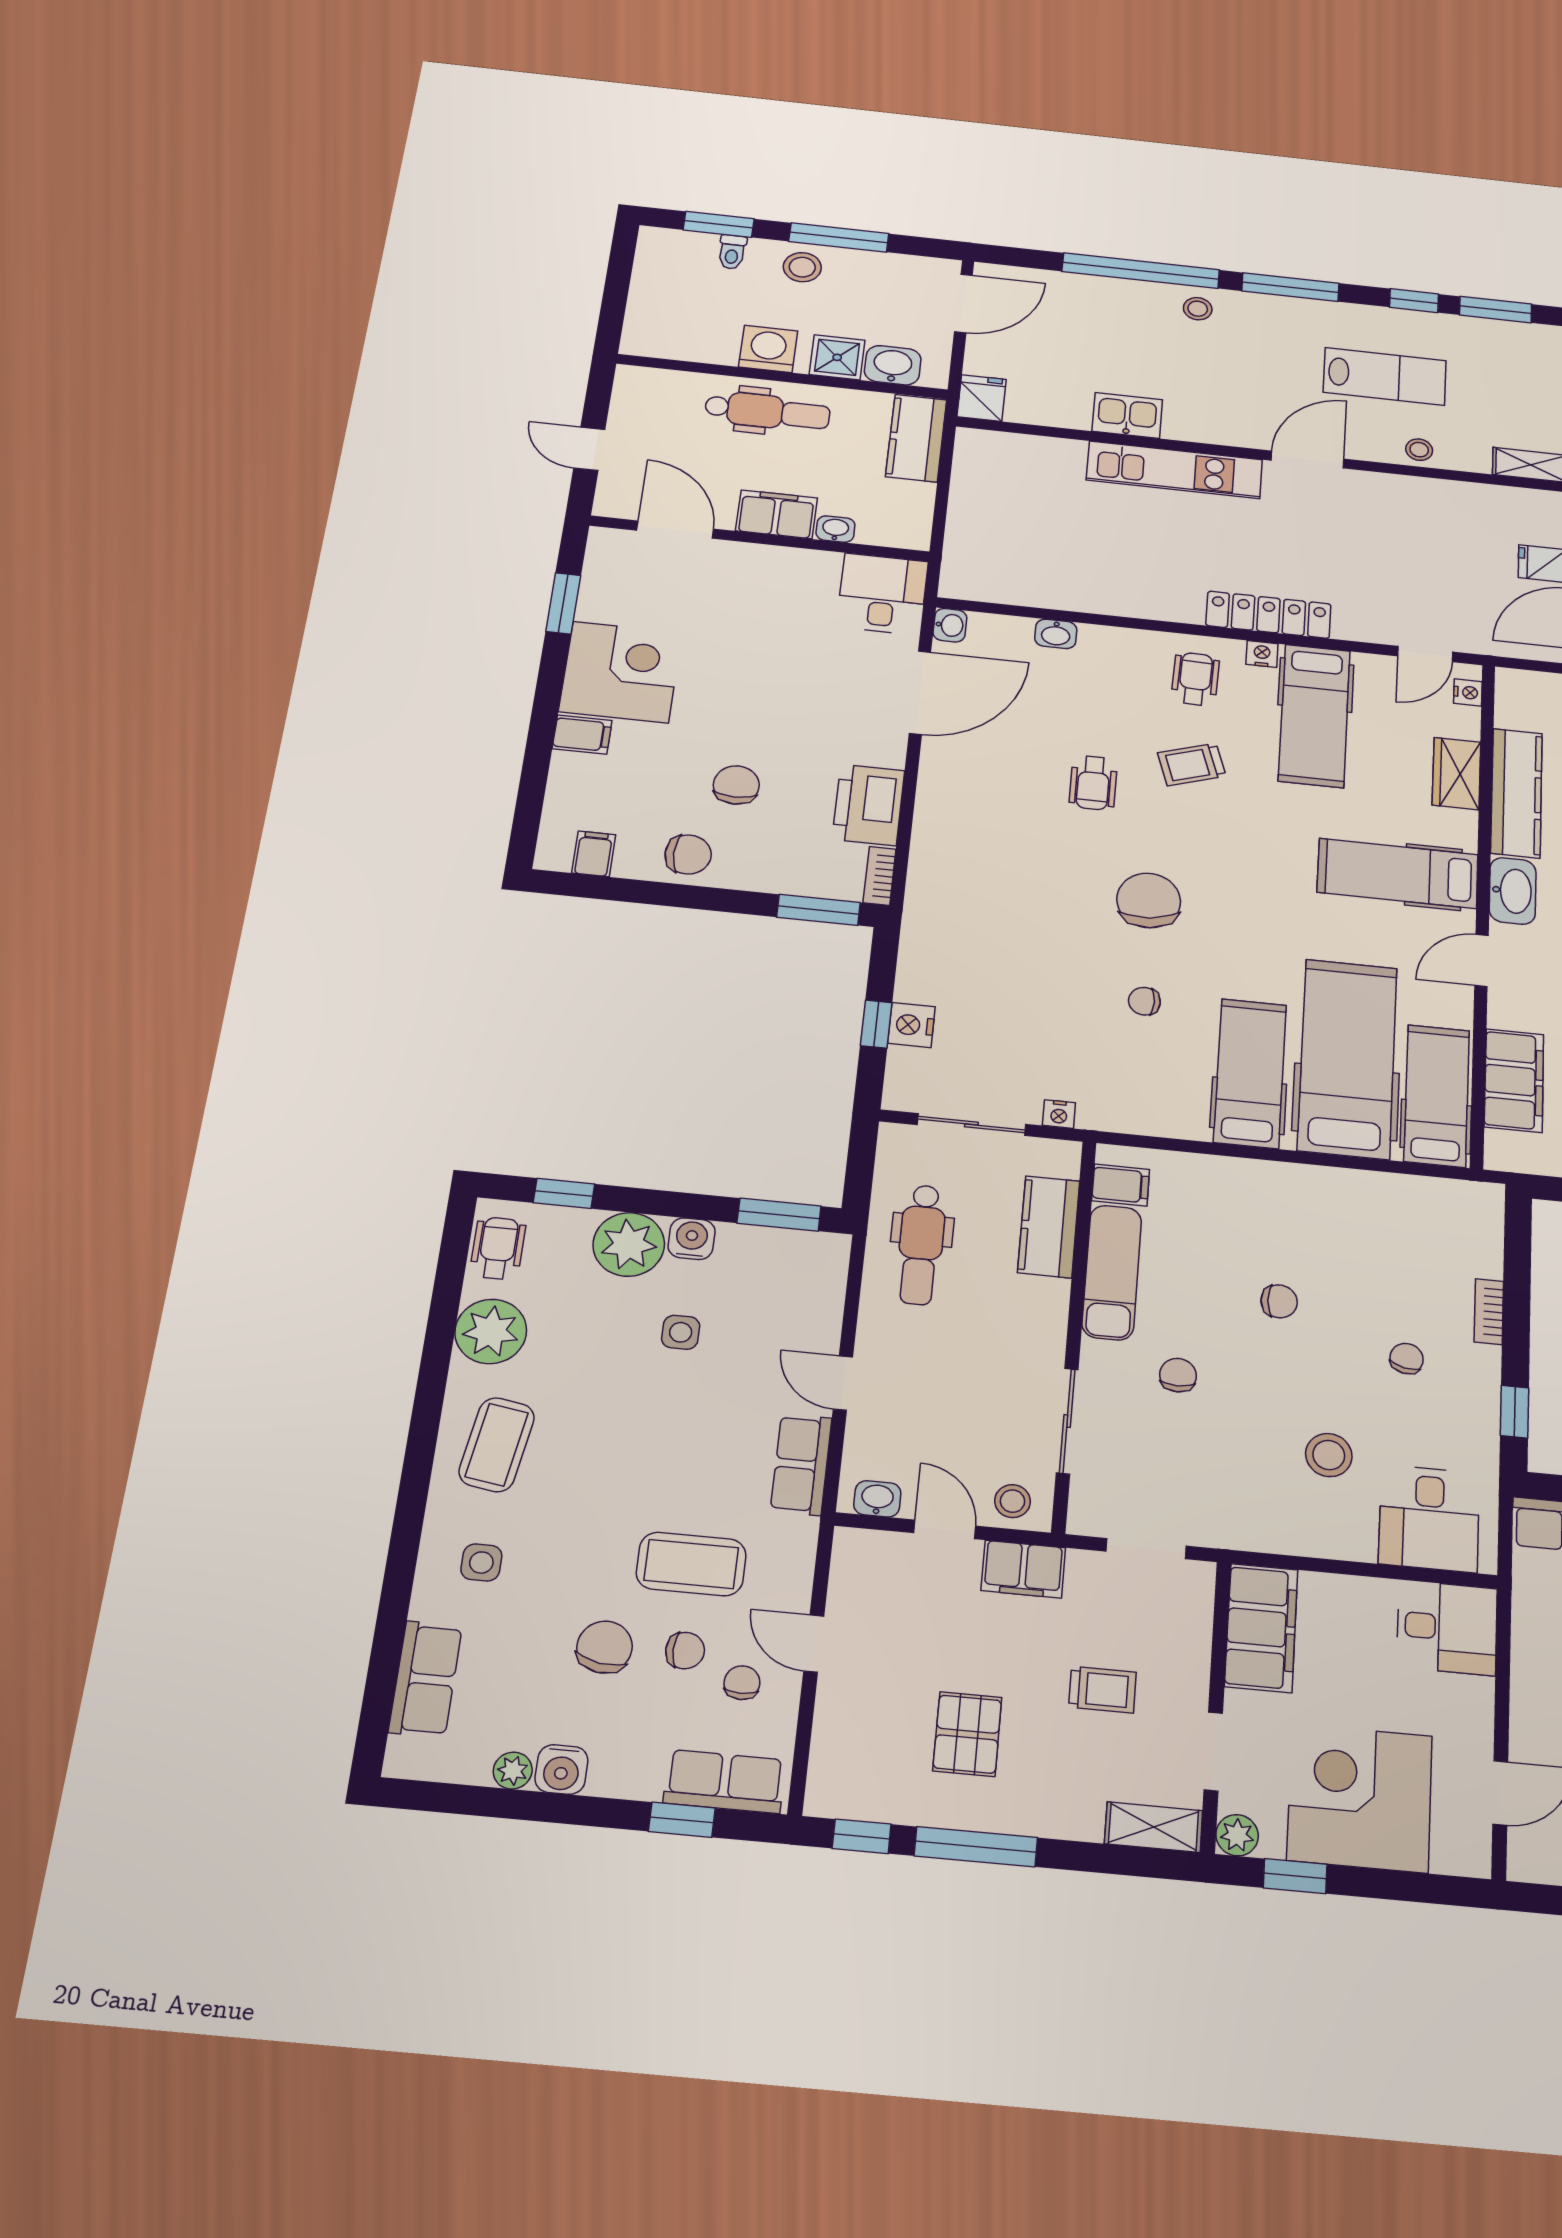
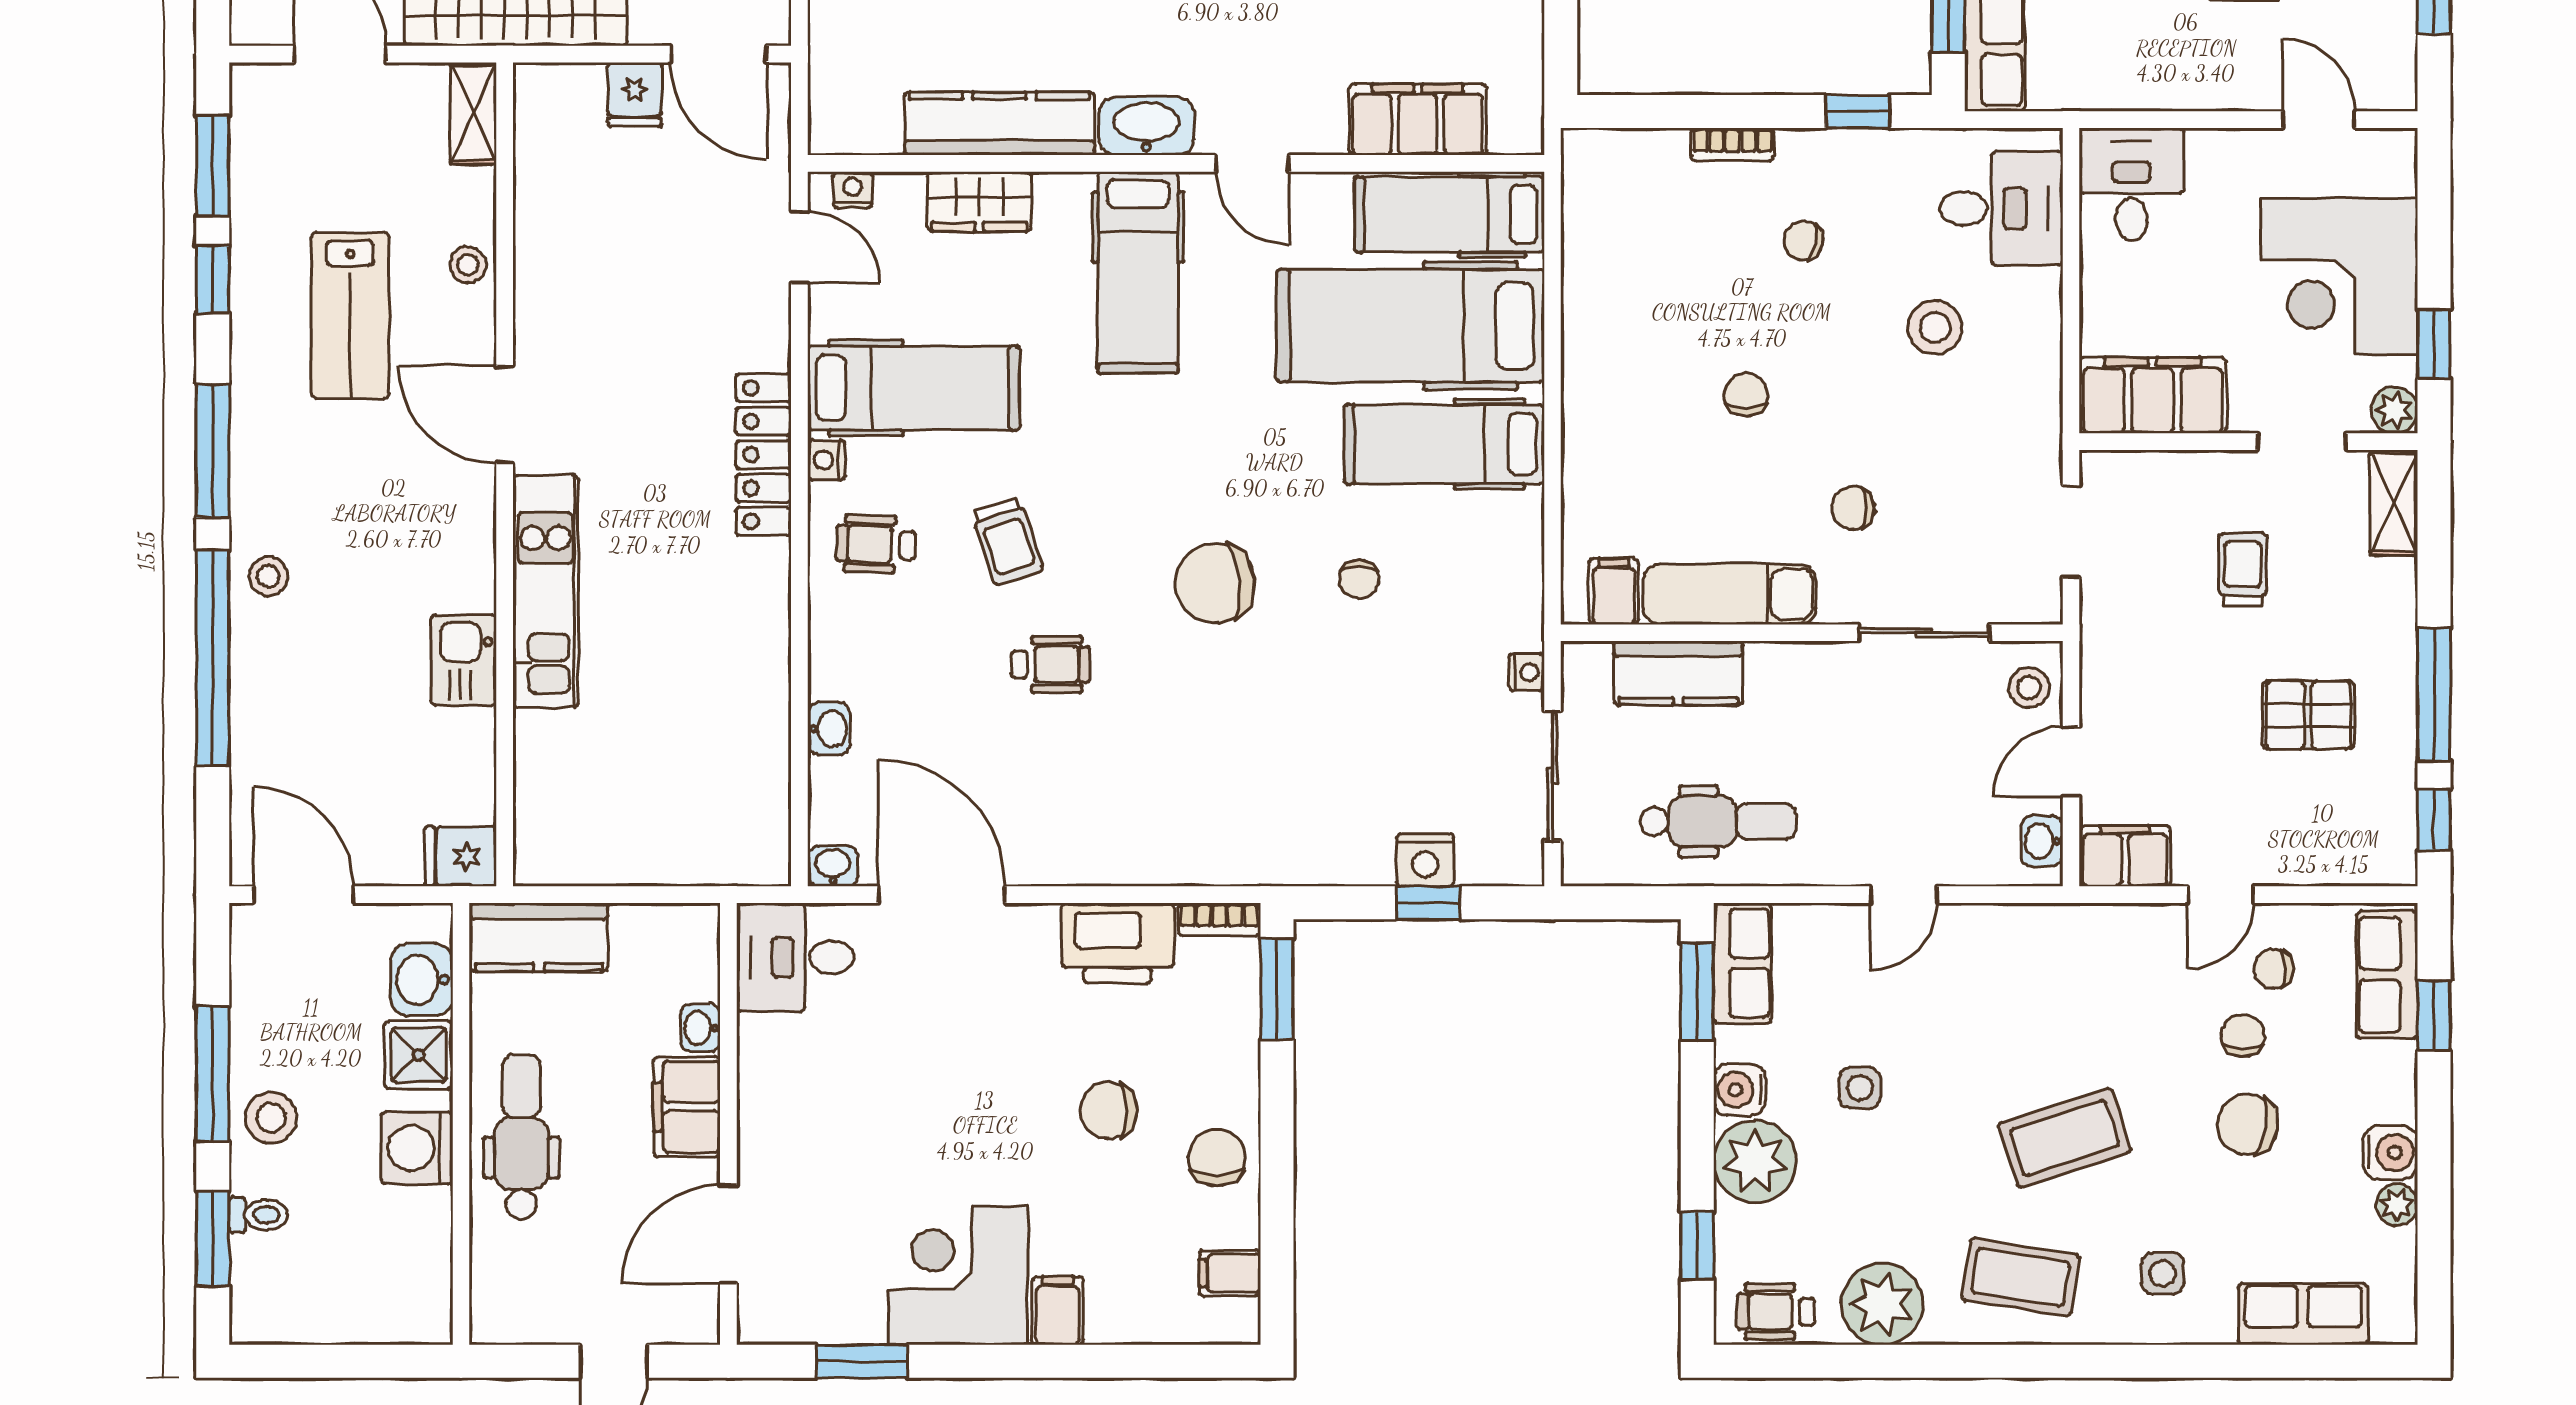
lab bench: (1385, 376) -> (350, 315), turned 180
row of seats: (801, 1464) -> (1742, 963), moved, turned -90
coffee table: (691, 1564) -> (2065, 1138), moved, turned 72
filing cabinet: (1023, 1569) -> (2125, 856), moved, turned -90

